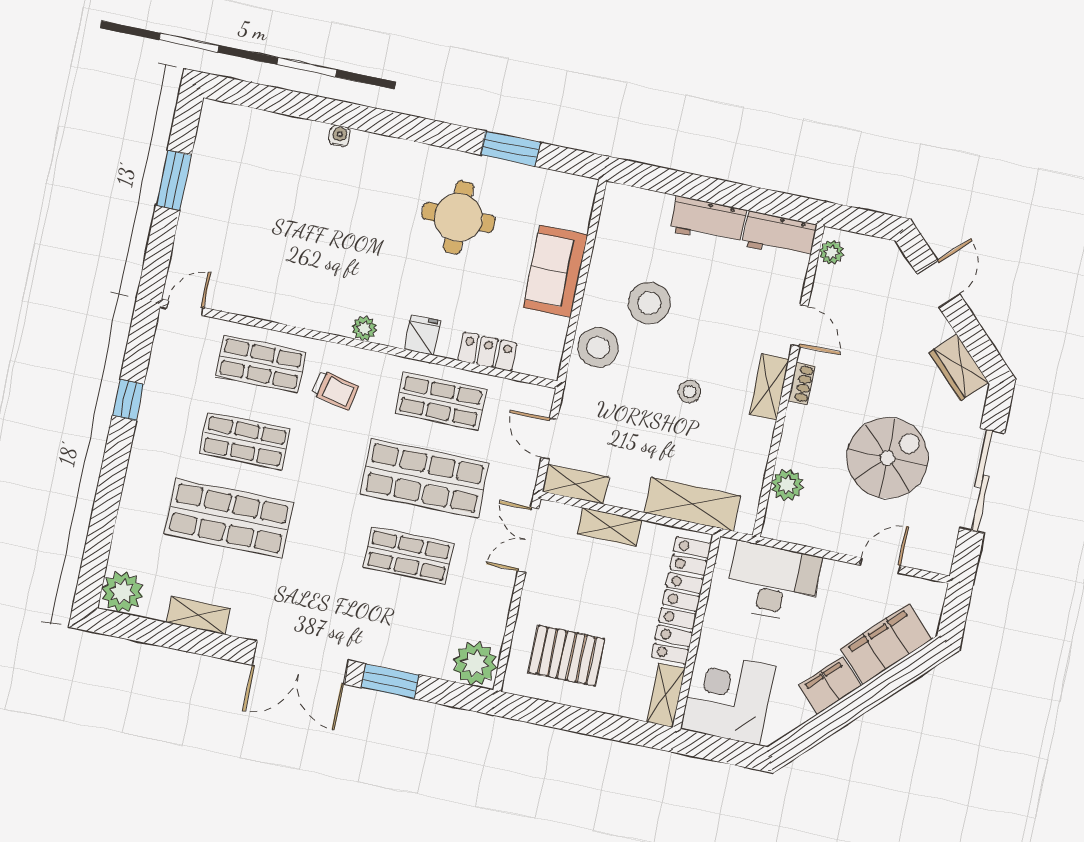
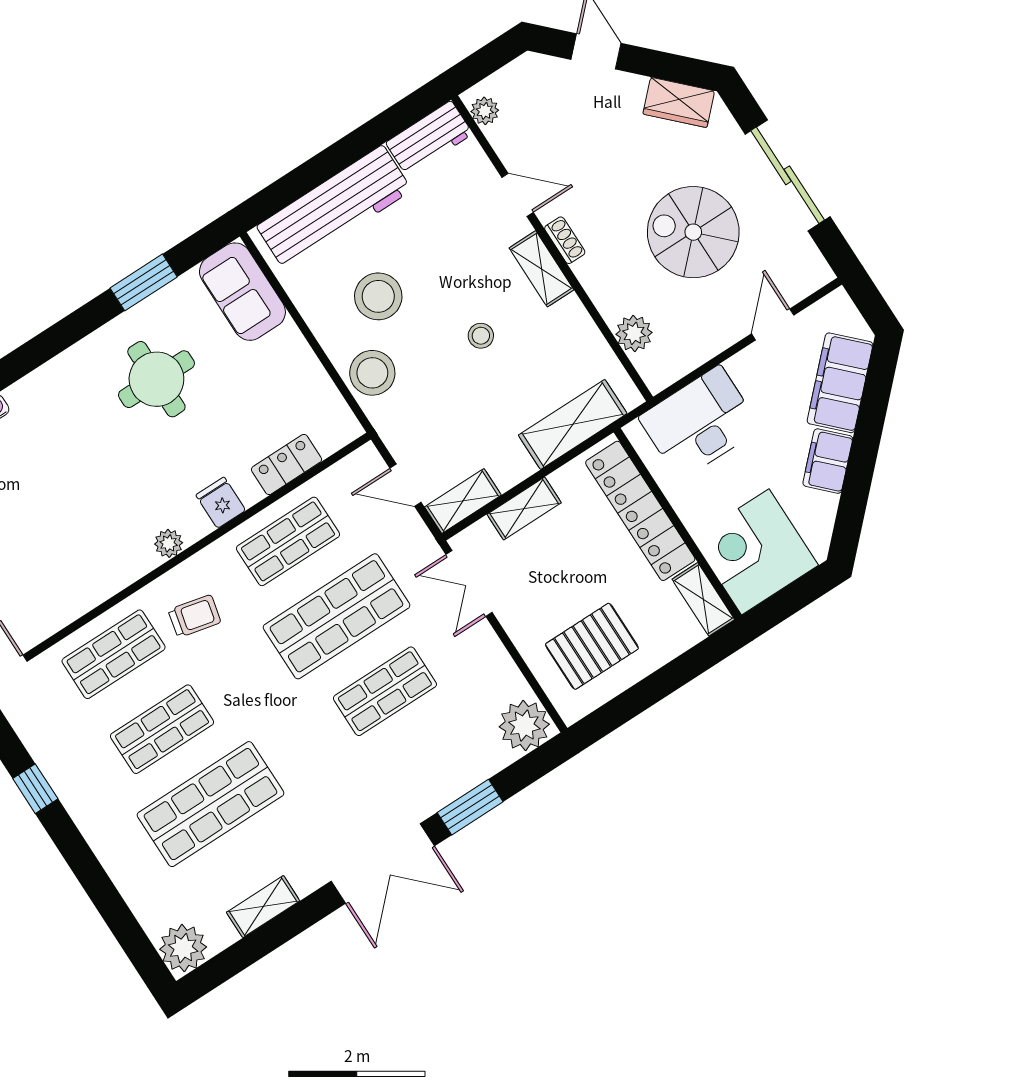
workbench: (708, 221) -> (334, 208), width x1.88, depth x1.32
sofa: (555, 271) -> (242, 292), moved
spiral stairs: (887, 458) -> (693, 232), turned -90

